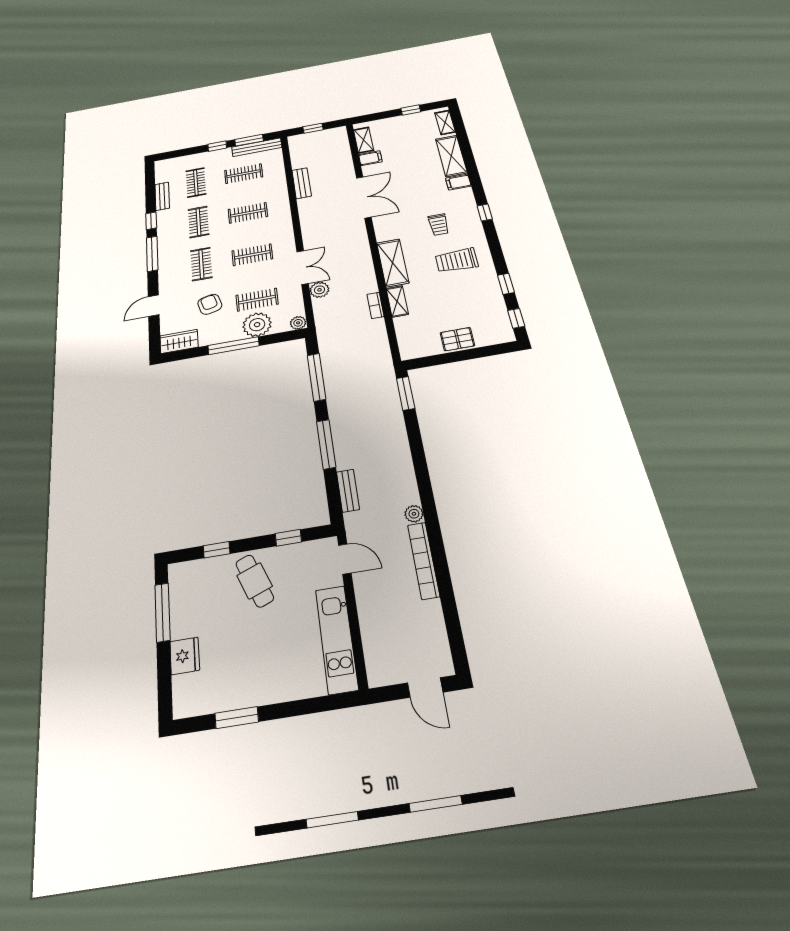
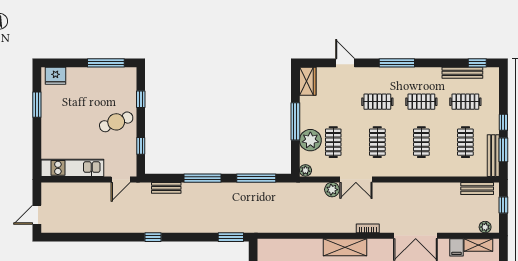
bench: (302, 183) -> (477, 188), moved
bench: (162, 196) -> (462, 73), width x1.36
window: (151, 221) -> (477, 63), moved
shelving: (397, 301) -> (309, 245), removed
armchair: (210, 304) -> (337, 106), removed
bookcase: (375, 305) -> (368, 228), moved
window: (427, 496) -> (153, 237), added
plant: (414, 514) -> (485, 227), moved
bookcase: (424, 560) -> (111, 227), removed
fridge: (185, 656) -> (56, 76), moved

